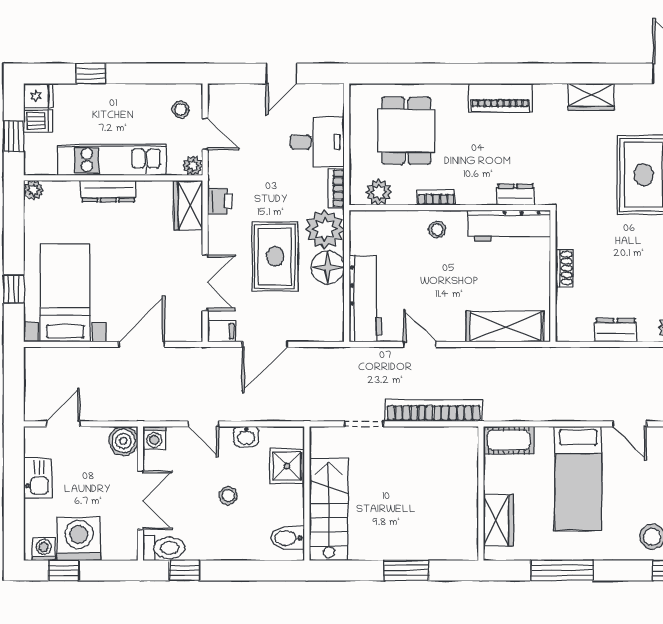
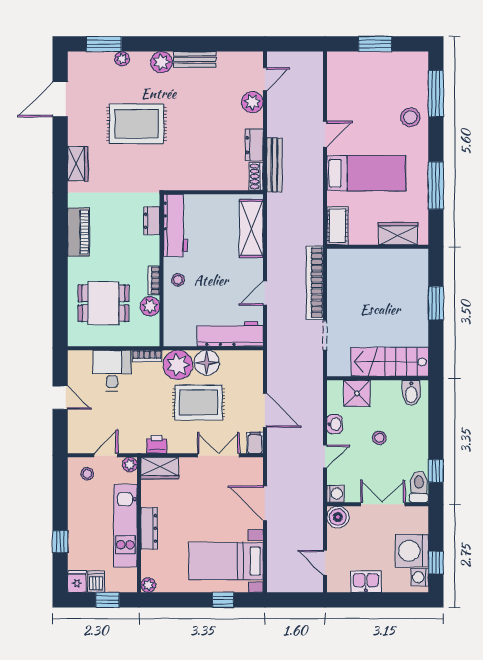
plant: (379, 192) -> (150, 306), moved
shoe rack: (564, 268) -> (256, 176), moved, turned -90
bench: (589, 357) -> (274, 165), added

